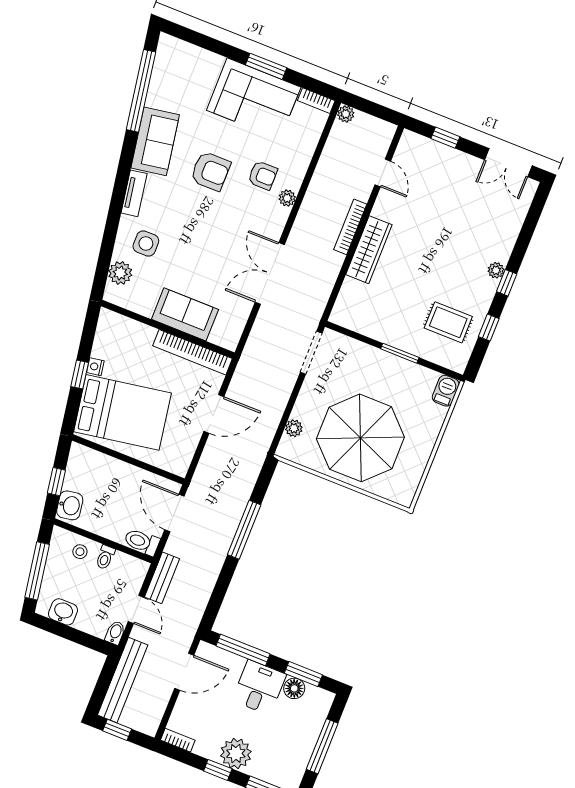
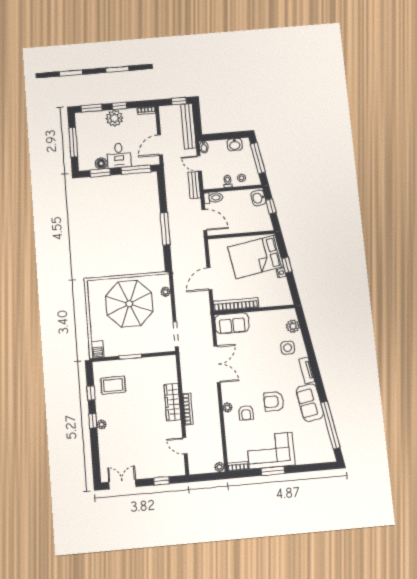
armchair: (263, 175) -> (246, 413), turned -90
sofa: (185, 314) -> (232, 323), moved

